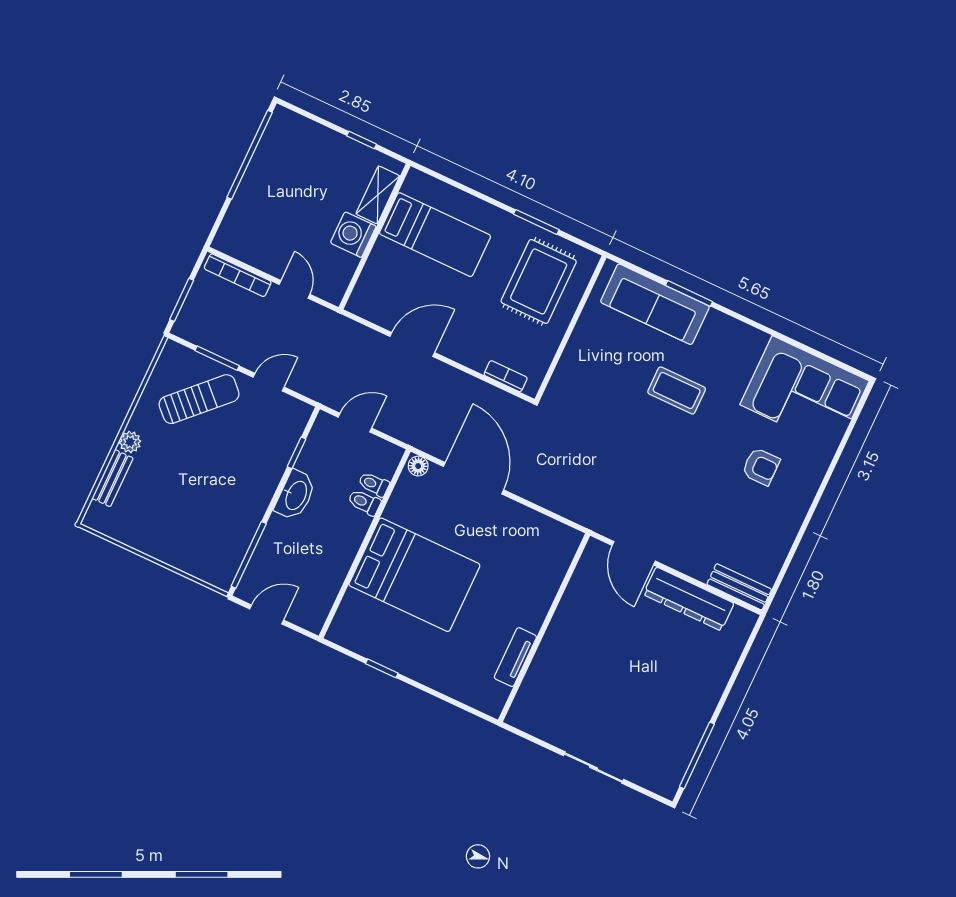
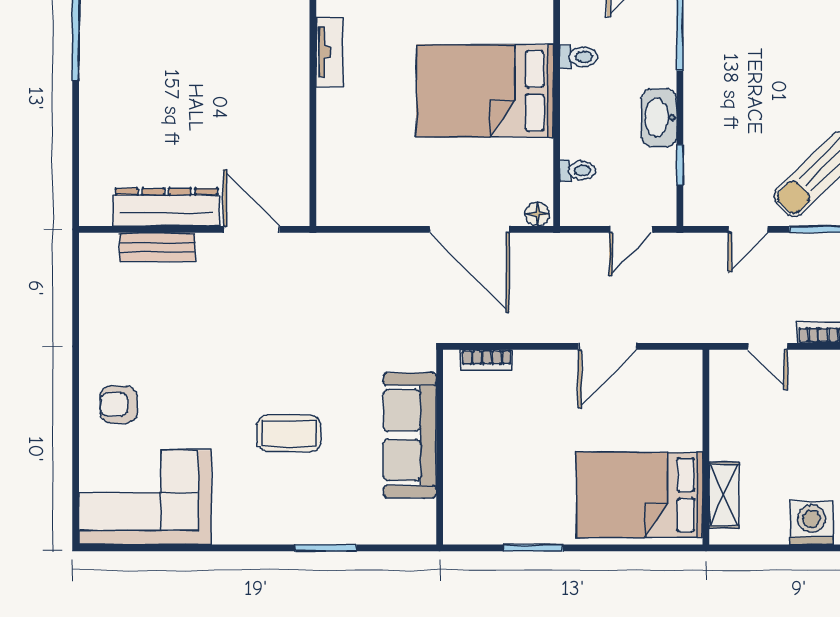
window: (362, 140) -> (771, 548), removed
washing machine: (353, 235) -> (811, 523), moved, turned -90
bed: (435, 235) -> (640, 495), width x1.50
rug: (539, 281) -> (500, 483), removed
sofa: (655, 304) -> (410, 435), moved, turned -90
armchair: (761, 466) -> (119, 404), moved
toilet: (364, 502) -> (579, 57), moved
bench: (739, 587) -> (157, 247), moved

